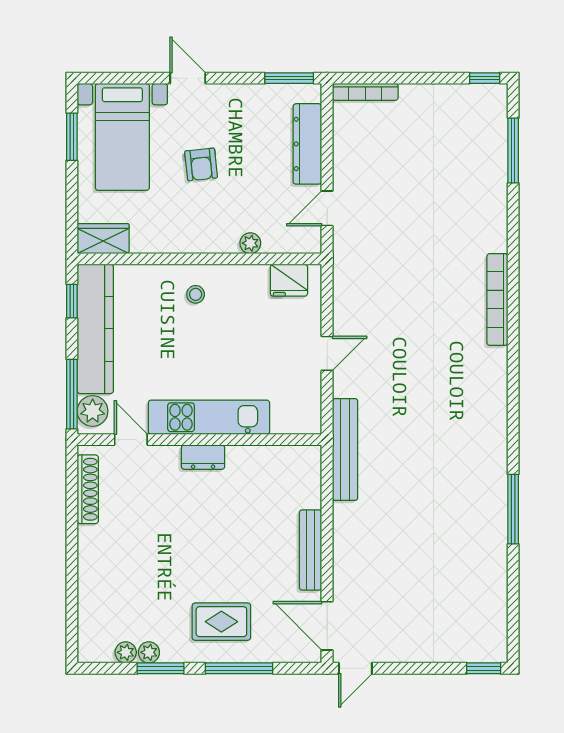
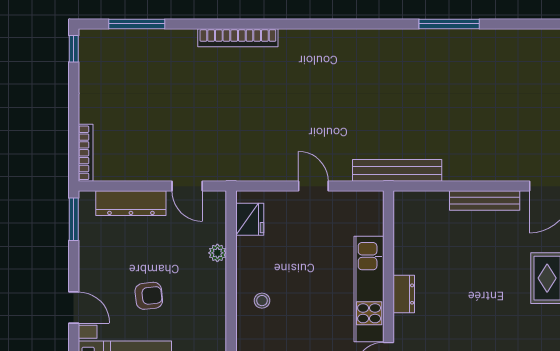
door: (188, 78) -> (74, 307), swing flipped
bookcase: (497, 299) -> (238, 38), moved

